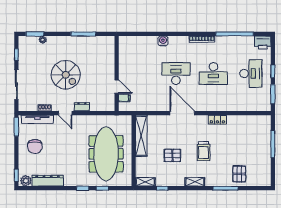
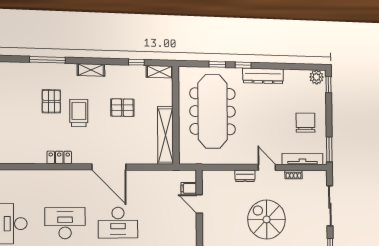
pallet: (239, 174) -> (51, 101), moved
dresser: (48, 181) -> (263, 76), moved

